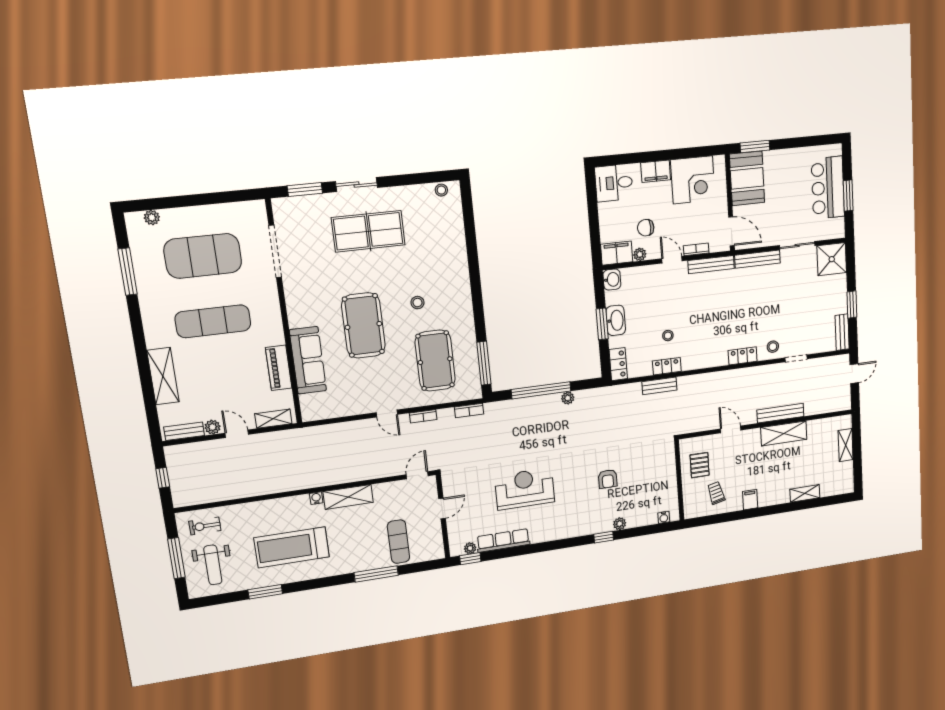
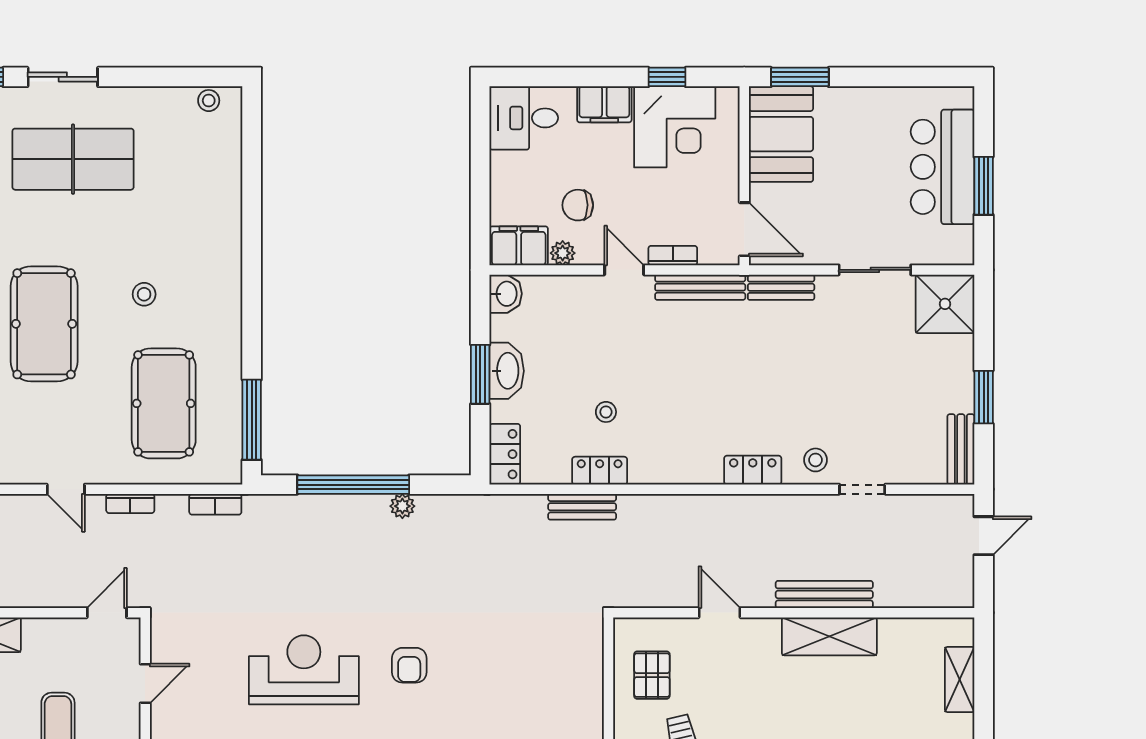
window: (687, 153) -> (667, 77), added
bench: (757, 259) -> (781, 287), width x0.73
armchair: (608, 479) -> (409, 665), moved

